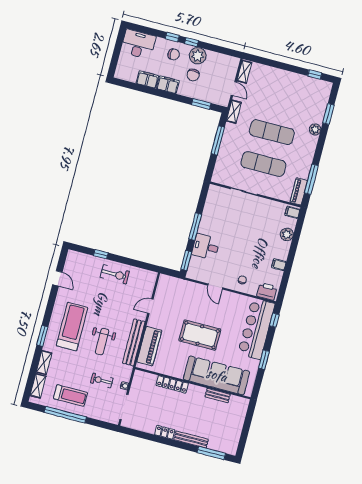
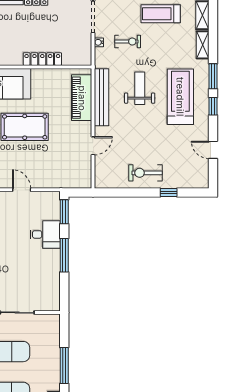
window: (48, 312) -> (213, 106), added
treadmill: (72, 327) -> (180, 97), turned 180

